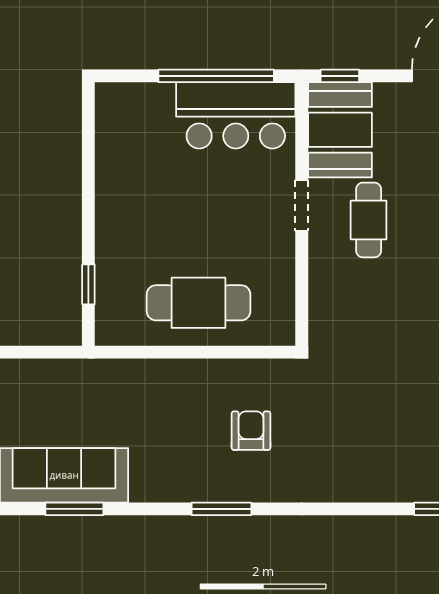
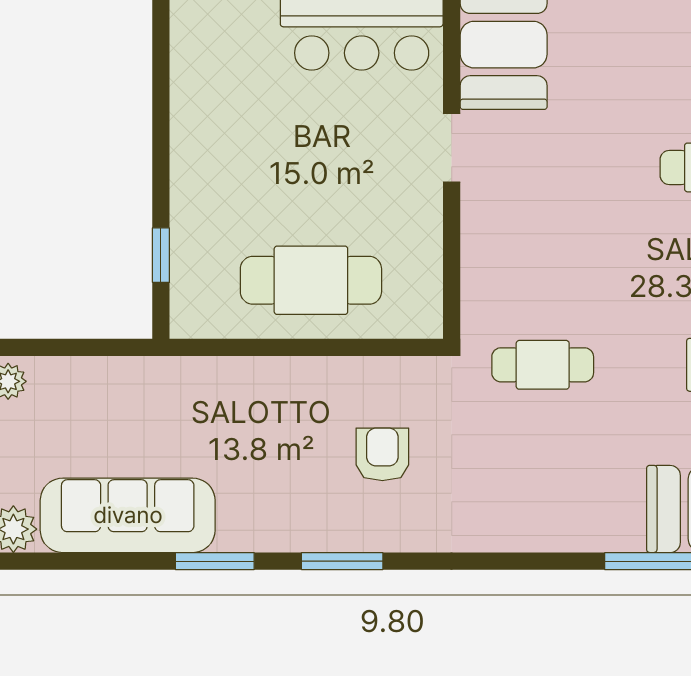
cafe table: (369, 220) -> (543, 365), moved, turned 90
window: (74, 509) -> (215, 561), moved

